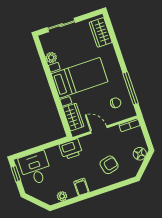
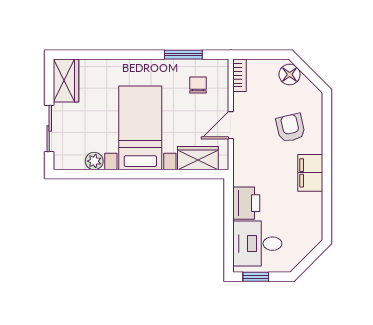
wardrobe: (101, 32) -> (66, 81), moved, turned -90
window: (130, 88) -> (183, 55), width x0.69
printer: (71, 149) -> (246, 203), moved
filing cabinet: (81, 187) -> (310, 173), width x2.00
plant: (62, 196) -> (315, 217), removed

